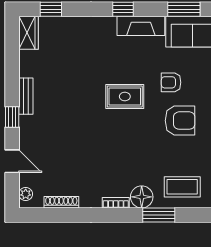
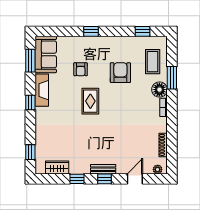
wardrobe: (29, 33) -> (57, 167), moved
window: (12, 77) -> (77, 179), added
bench: (26, 96) -> (103, 169), moved
armchair: (180, 121) -> (120, 73), moved

